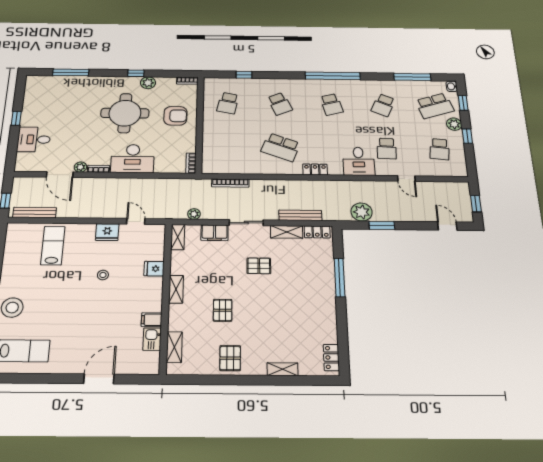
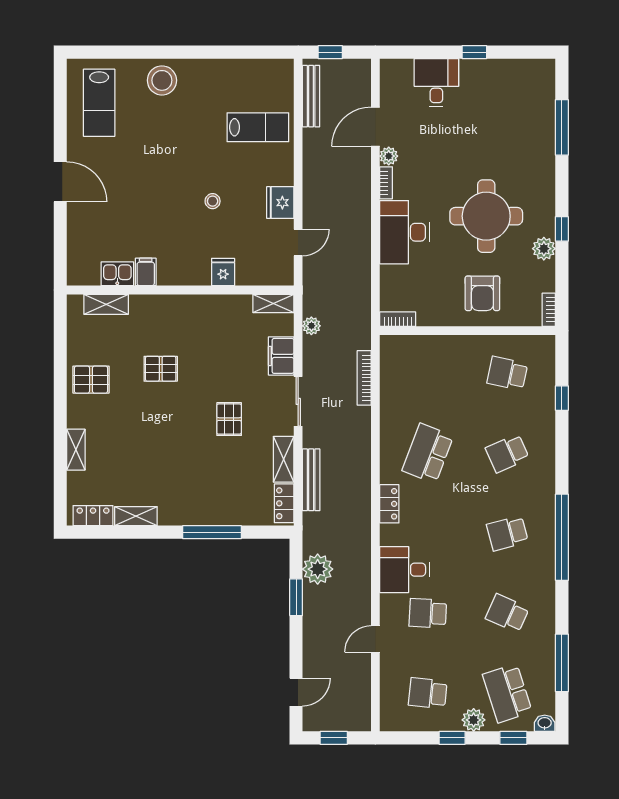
shelving: (176, 289) -> (136, 516), moved
door: (99, 379) -> (60, 182), moved

